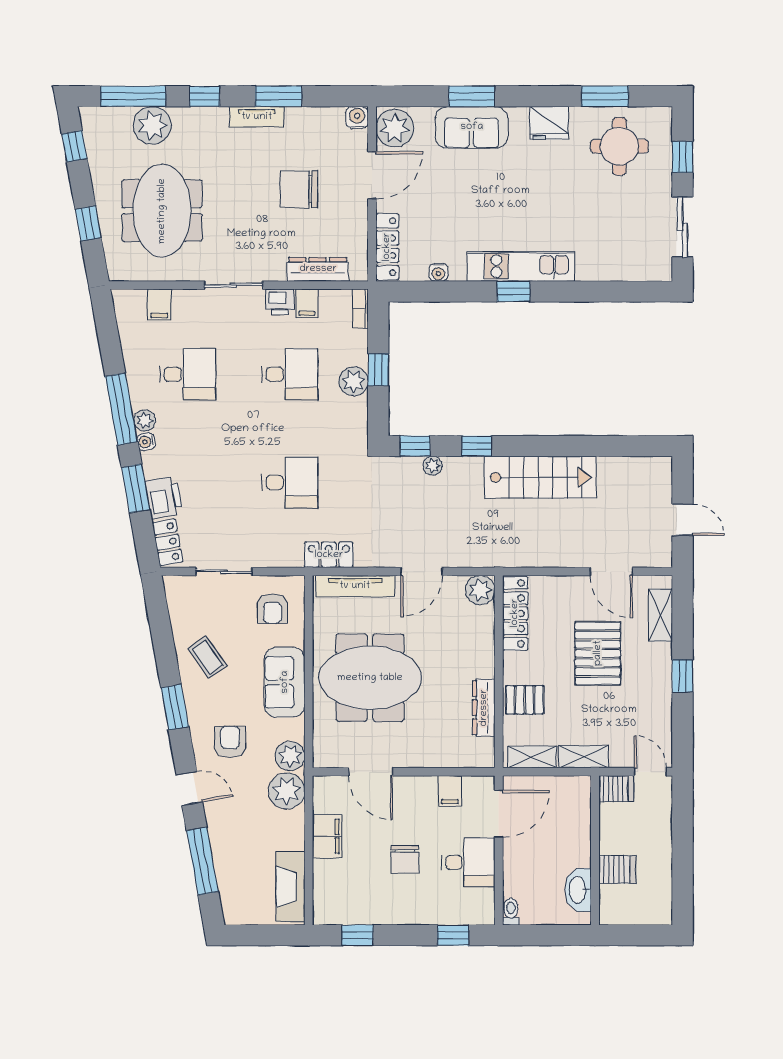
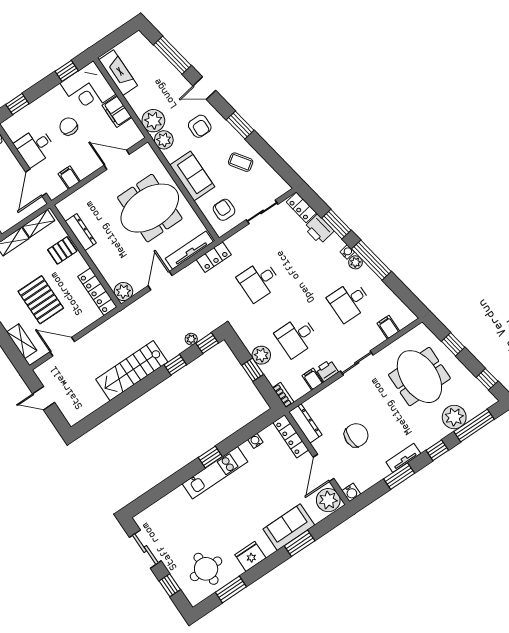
dresser: (318, 269) -> (305, 423), moved, turned -90
corner desk: (345, 893) -> (88, 89), added

